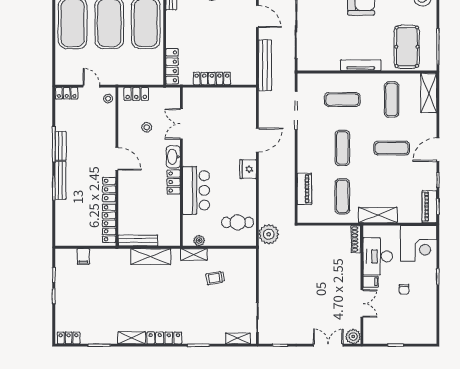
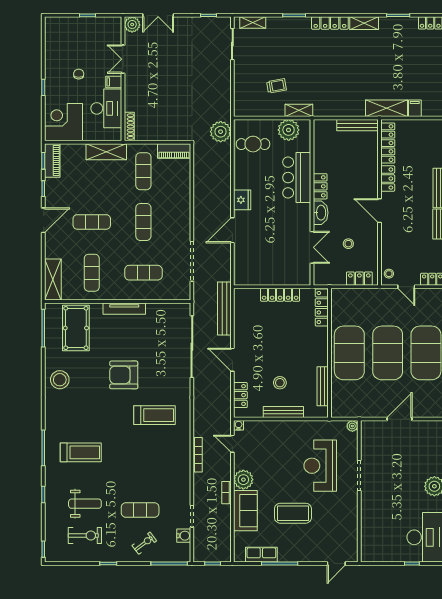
piano: (304, 189) -> (174, 151), moved, turned -90
plant: (199, 241) -> (289, 130), width x1.88, depth x1.88
shelving: (151, 257) -> (386, 108), moved

